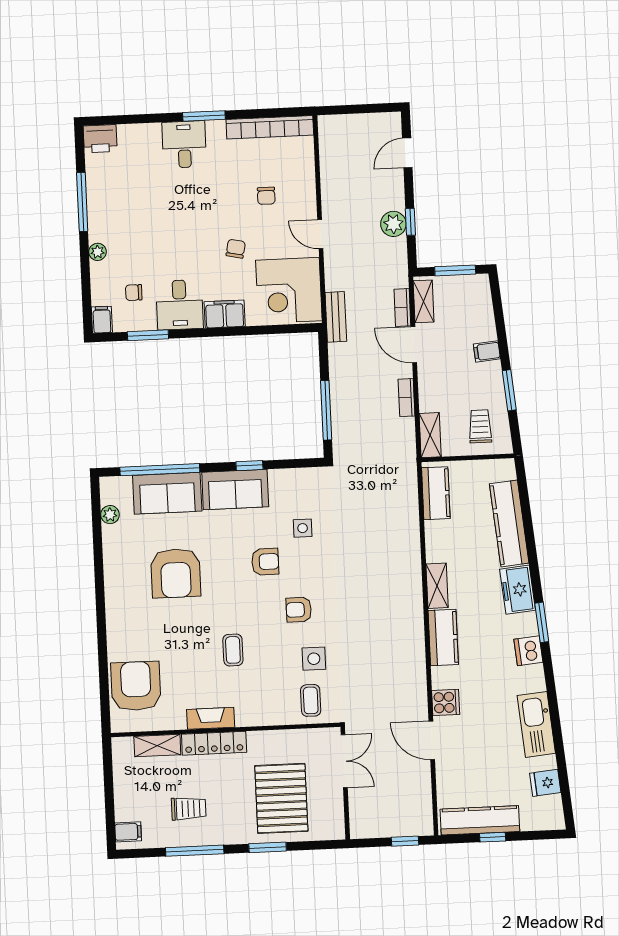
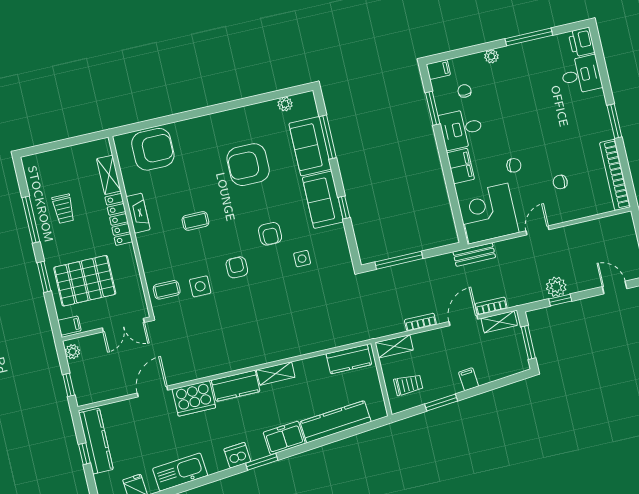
desk: (184, 144) -> (581, 75), moved
window: (160, 470) -> (328, 137), width x0.68
cooker: (446, 702) -> (194, 398), width x1.87, depth x1.31
plant: (365, 829) -> (72, 352), added
filing cabinet: (128, 832) -> (69, 326), moved, turned -90

